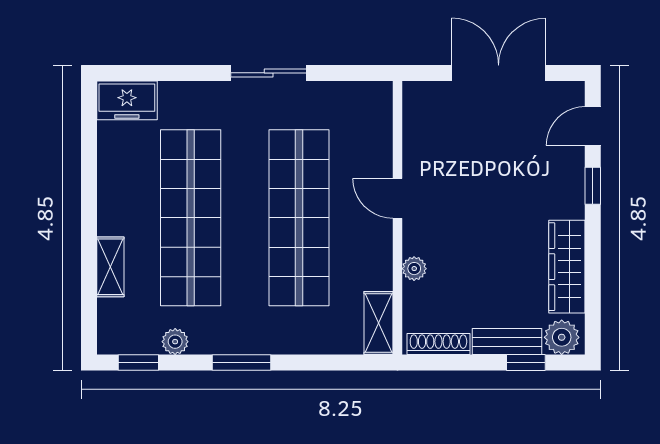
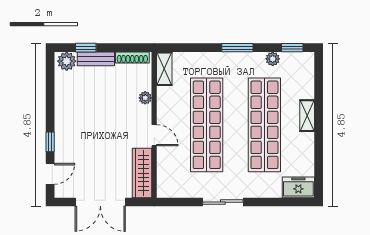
shelving: (110, 267) -> (307, 116), moved
wardrobe: (567, 267) -> (142, 173), moved, turned 180

